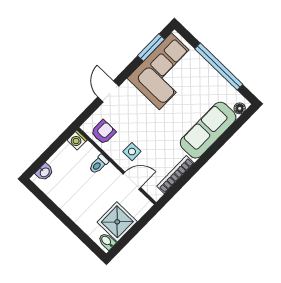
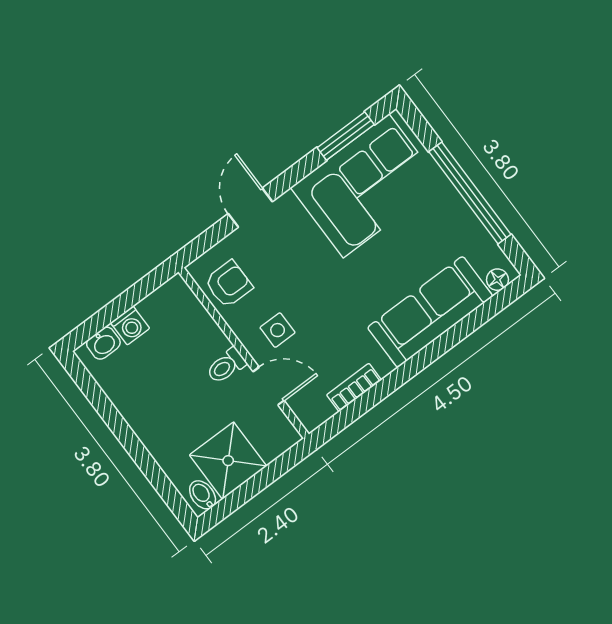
washing machine: (77, 140) -> (130, 325), moved, turned -90
toilet: (99, 164) -> (226, 366), moved
bookcase: (175, 175) -> (354, 387), width x0.64

